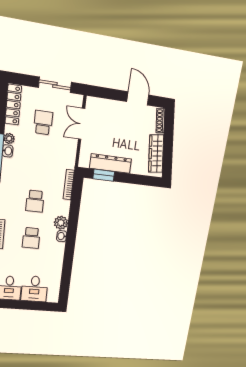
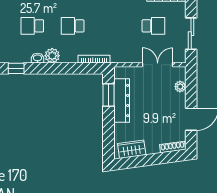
plant: (105, 104) -> (180, 87), added
wardrobe: (156, 154) -> (132, 149), width x0.67
window: (69, 256) -> (16, 68), added

